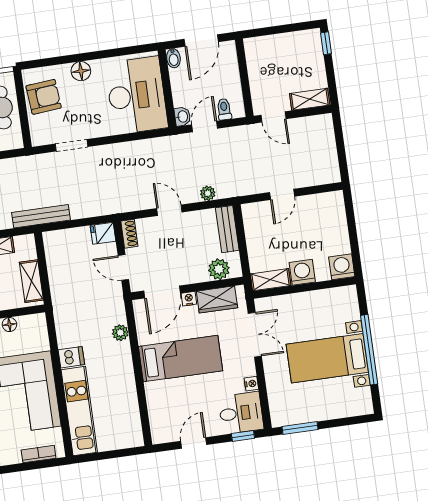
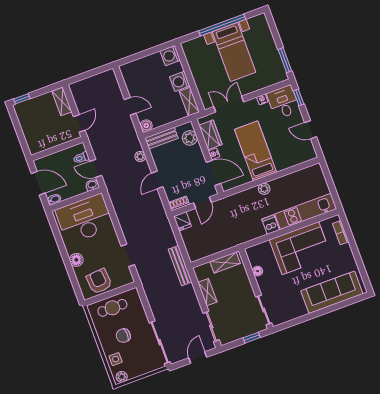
boiler: (250, 211) -> (146, 126), added
plant: (120, 333) -> (264, 189), moved

